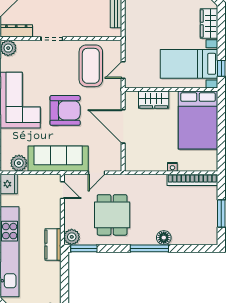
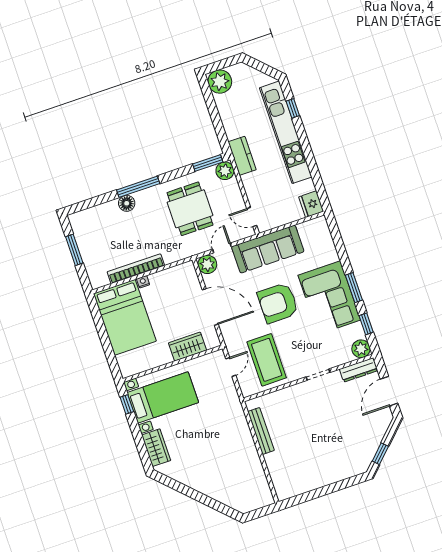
bed: (198, 120) -> (125, 317), moved, turned 180
plant: (19, 163) -> (207, 264), moved
bookcase: (192, 180) -> (136, 269), moved

